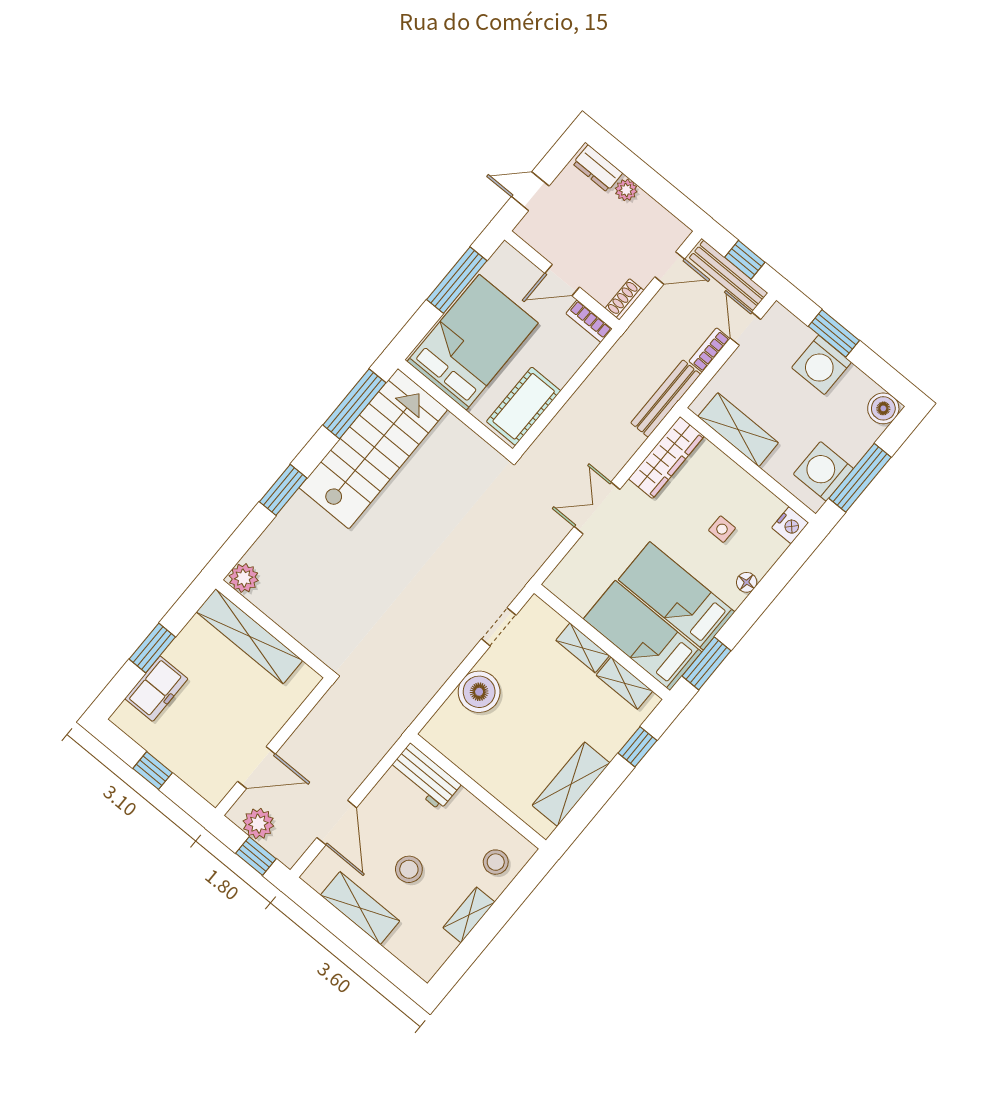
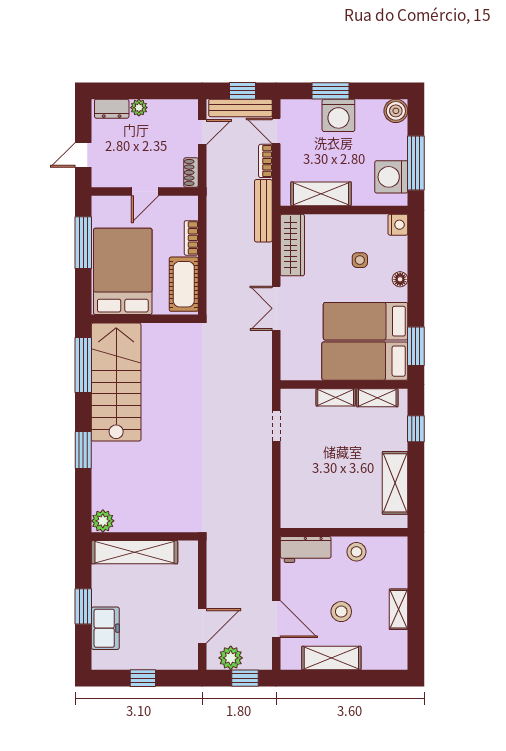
bookcase: (589, 321) -> (191, 238), moved, turned 90
boiler: (479, 692) -> (296, 473), removed
stool: (496, 862) -> (356, 552), moved

